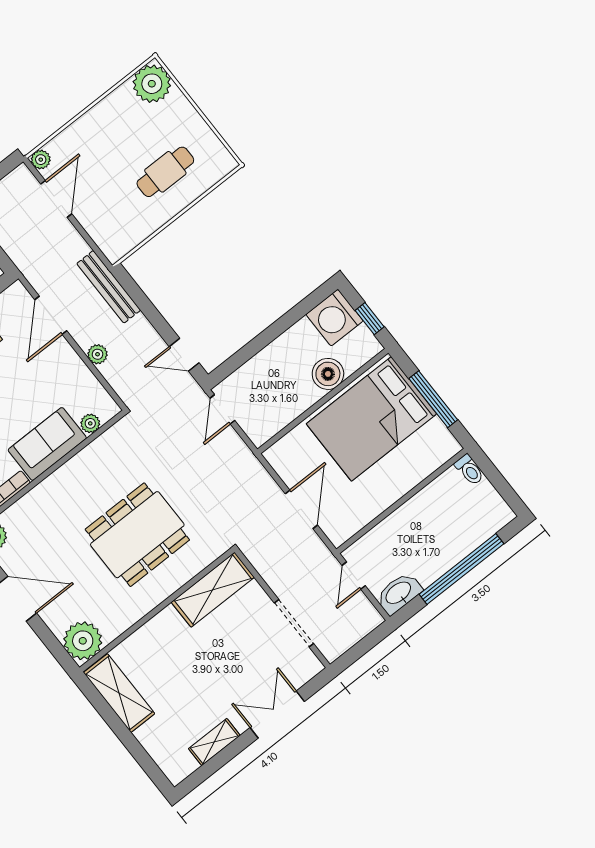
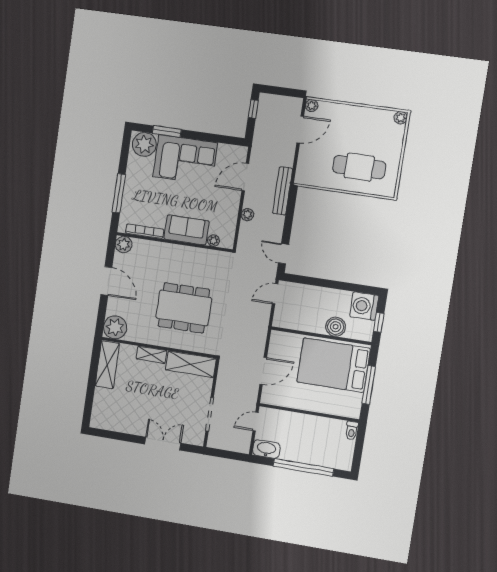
plant: (152, 84) -> (401, 118), width x0.53, depth x0.53
cafe table: (165, 172) -> (359, 167), width x1.37, depth x1.35
shelving: (214, 742) -> (152, 355), moved

